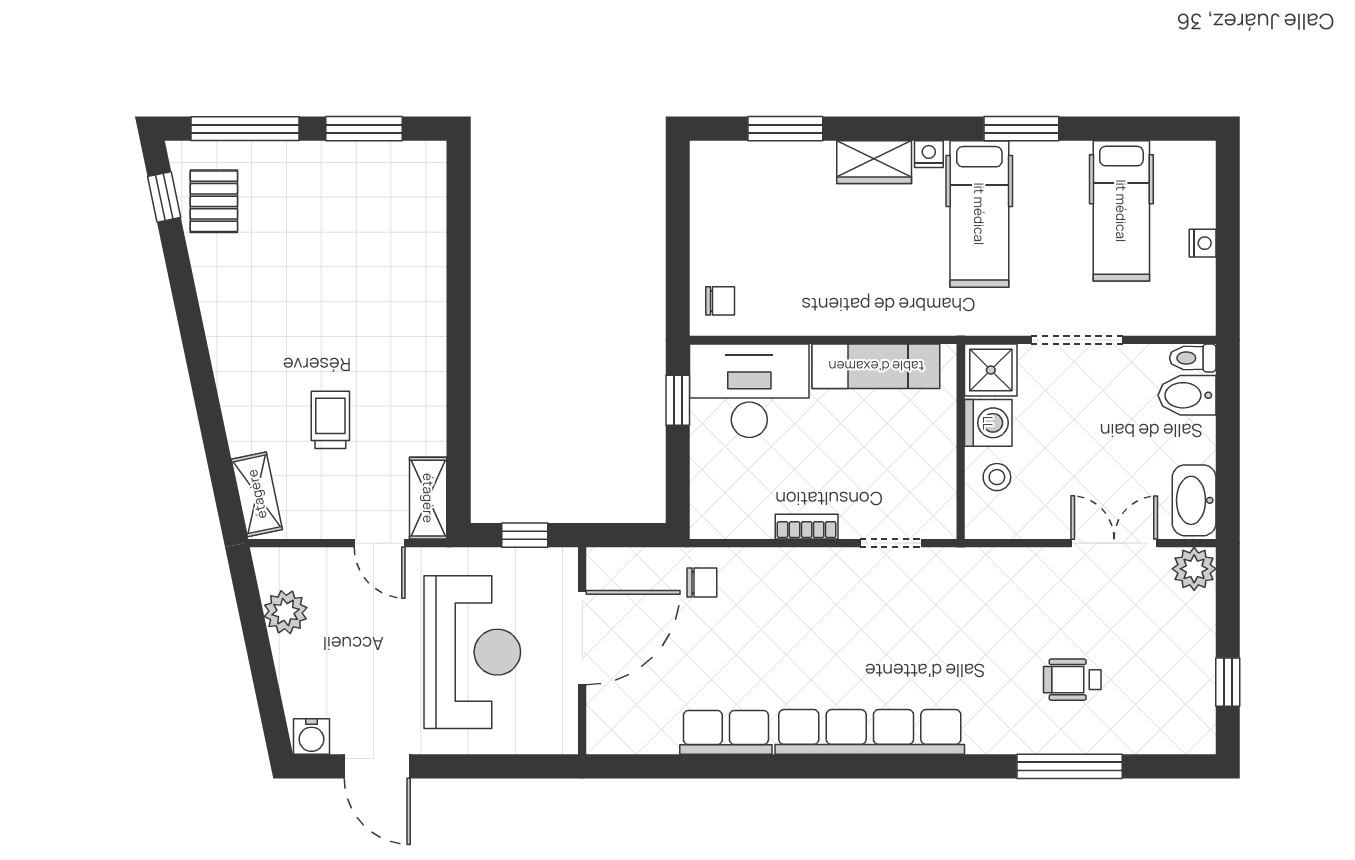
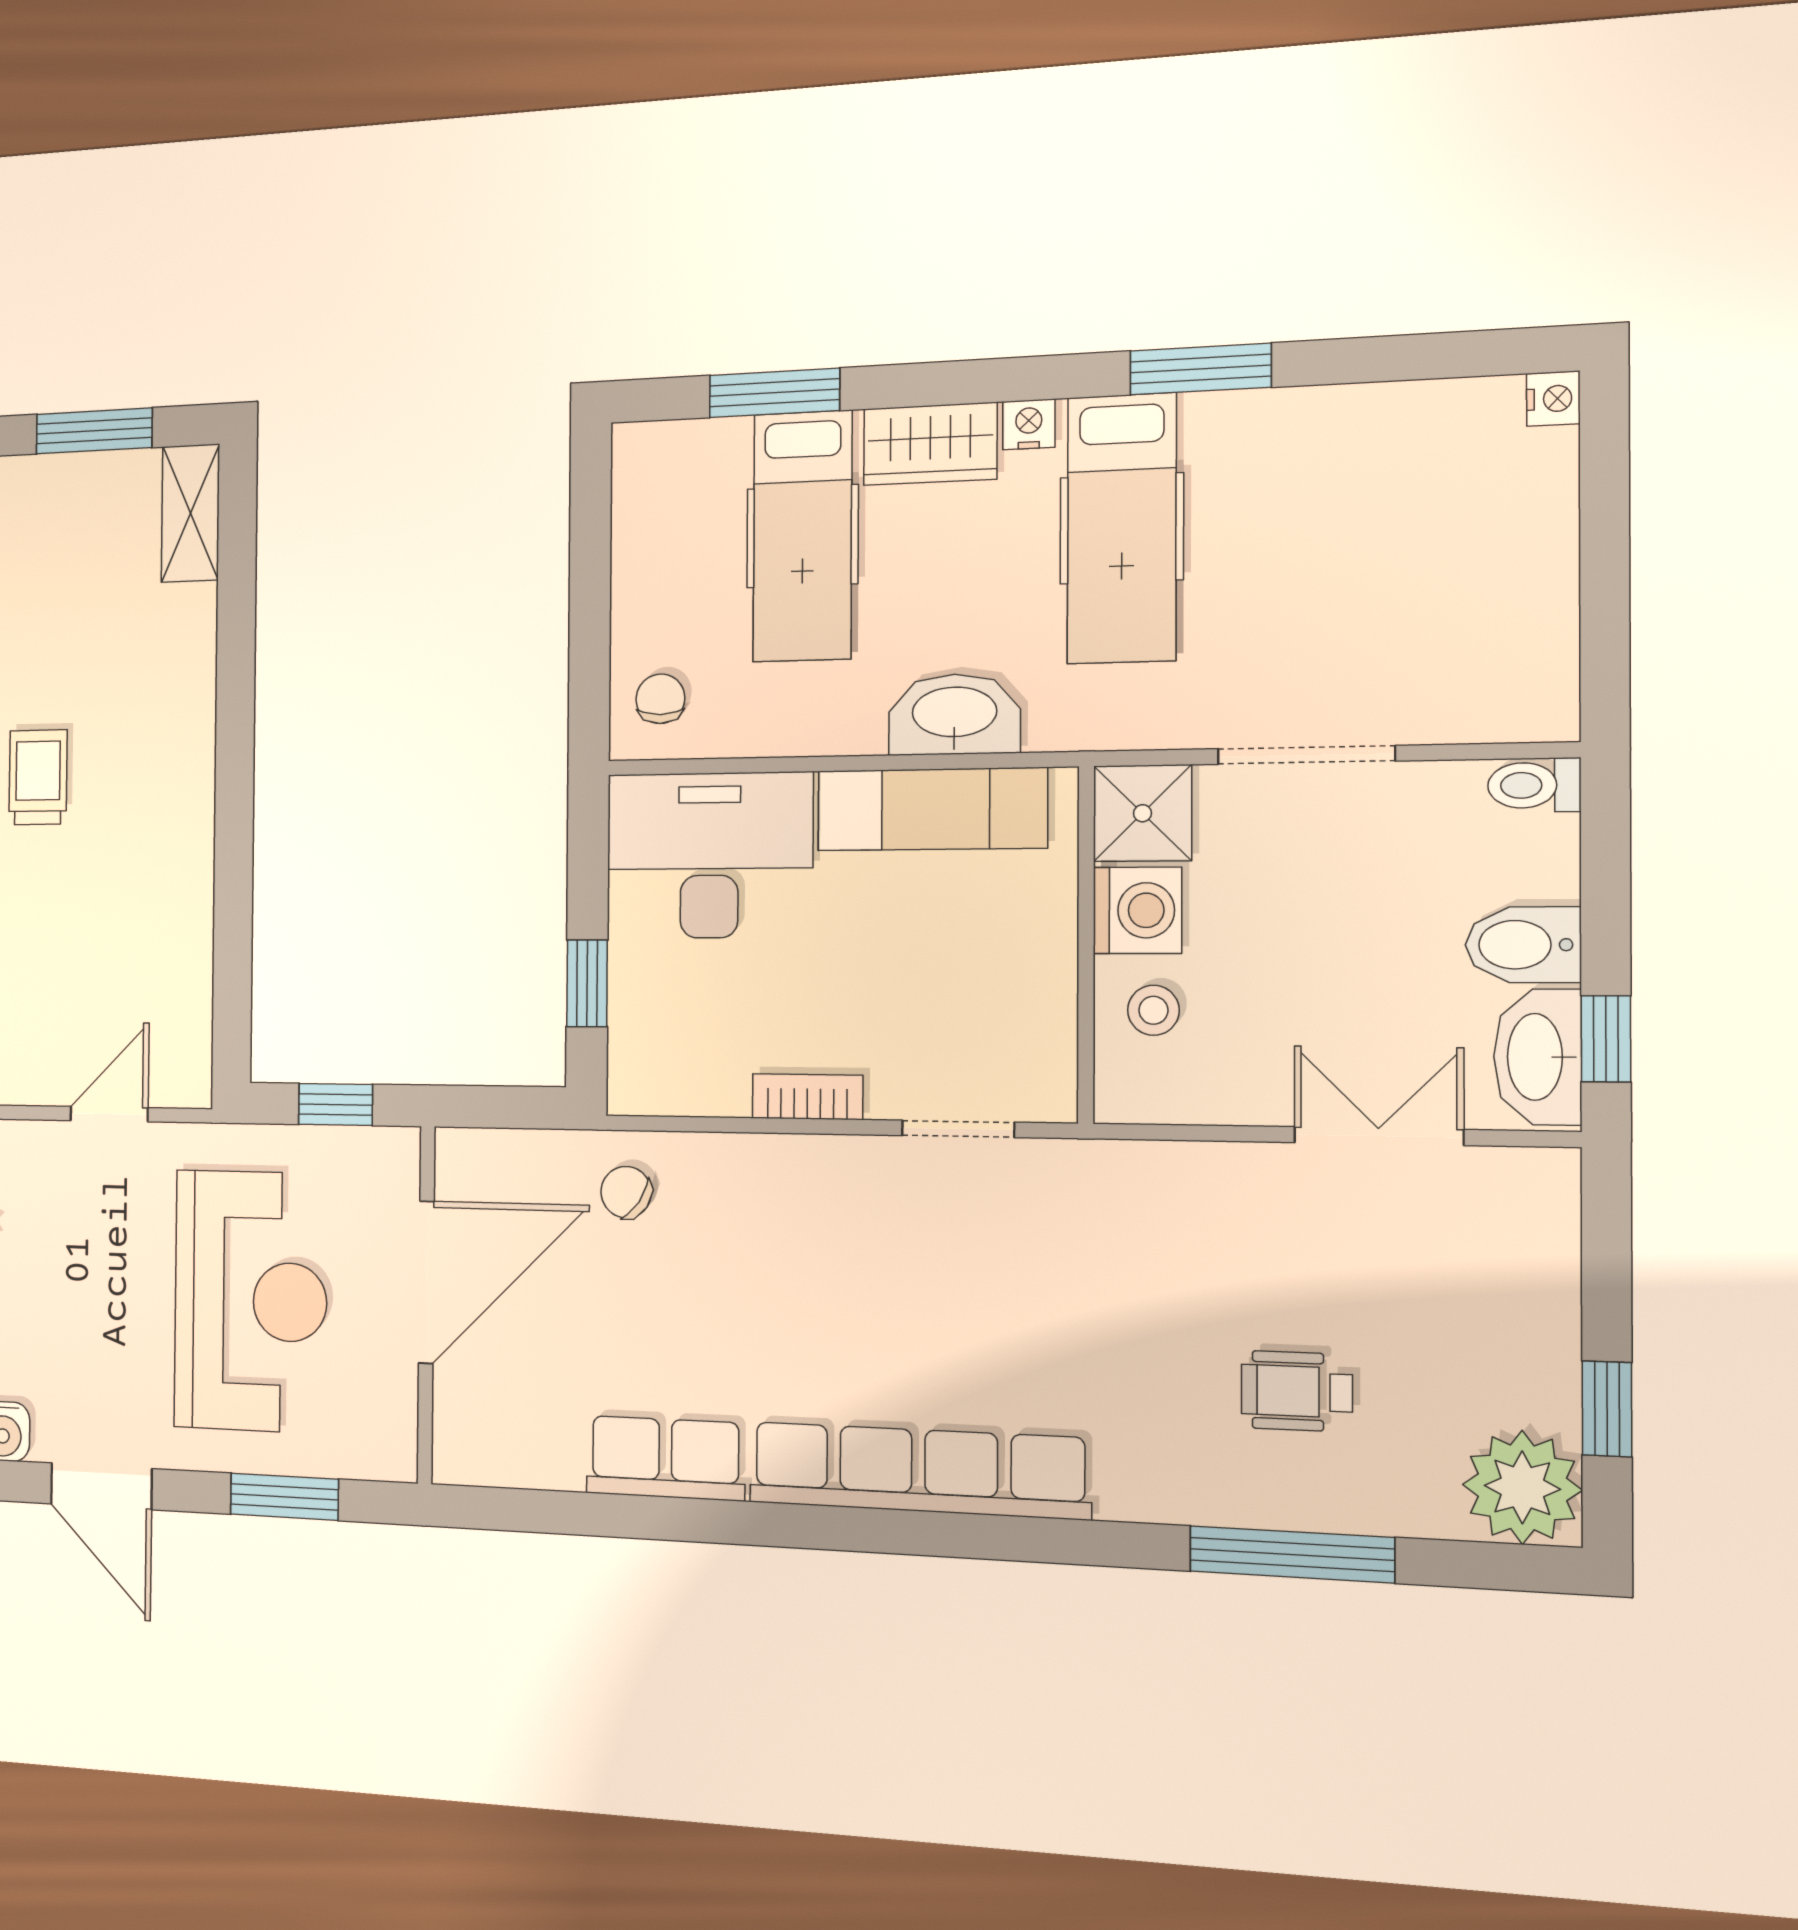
hospital bed: (1121, 211) -> (802, 536), moved
nightstand: (1203, 243) -> (1553, 399), moved
chair: (720, 301) -> (660, 699), turned -90
washbasin: (888, 314) -> (954, 714), added
bidet: (1187, 395) -> (1523, 945), moved
window: (678, 400) -> (587, 983), moved
trolley: (330, 420) -> (38, 777), moved
window: (1228, 491) -> (1606, 1039), added
shelving: (428, 498) -> (190, 513), moved
door: (380, 543) -> (109, 1114), swing flipped
plant: (1194, 569) -> (1522, 1487), moved, width x1.36, depth x1.36
chair: (702, 582) -> (626, 1192), turned -146
window: (495, 766) -> (284, 1497), added

